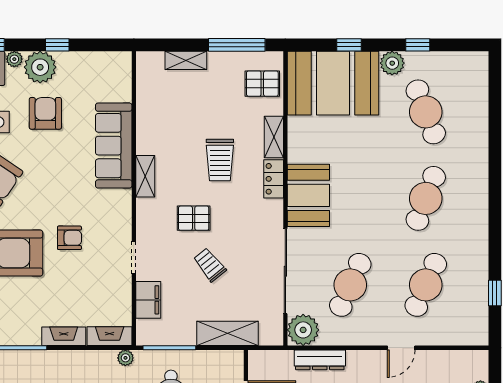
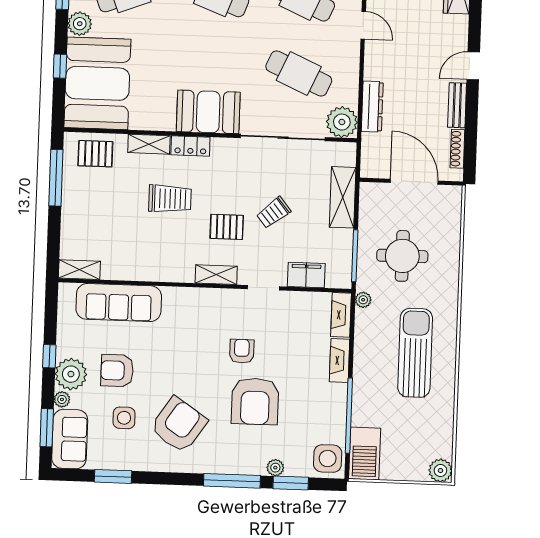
shelving: (186, 60) -> (79, 270), moved, turned 90
pallet: (262, 84) -> (95, 154), turned 90
sofa: (114, 146) -> (119, 303), moved
shelving: (145, 176) -> (216, 275), moved
pallet: (194, 218) -> (227, 227), turned 90

